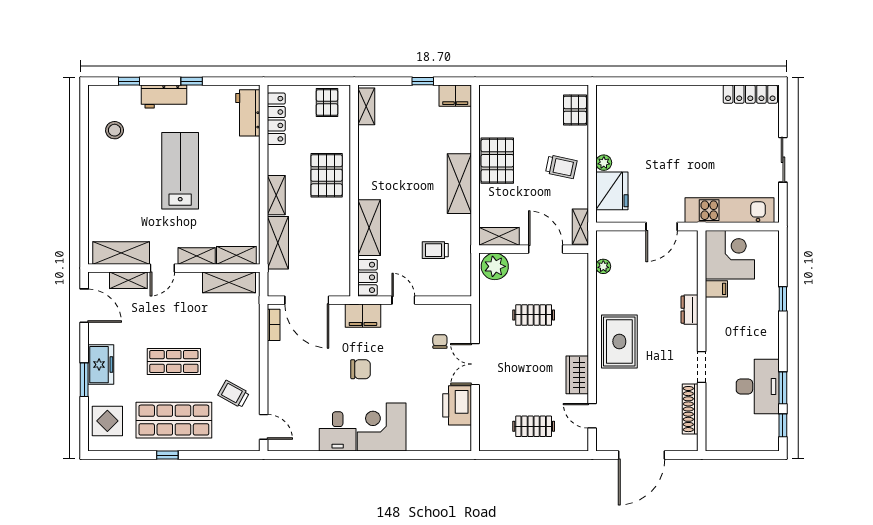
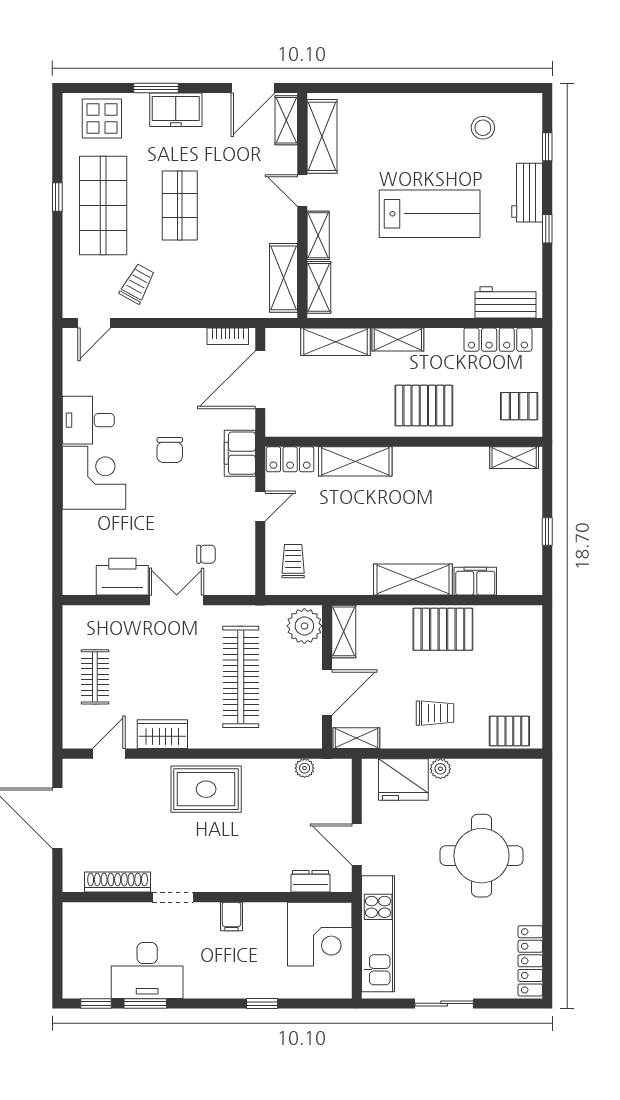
filing cabinet: (455, 96) -> (475, 581), moved, turned 90
round table: (670, 131) -> (482, 856), added
trolley: (561, 167) -> (435, 713), turned -102
trolley: (435, 250) -> (293, 561), moved
shelving: (128, 280) -> (286, 120), moved
filing cabinet: (716, 289) -> (231, 916), moved
dresser: (690, 310) -> (311, 881), moved
clothes rail: (534, 315) -> (241, 677), width x1.86, depth x1.31

